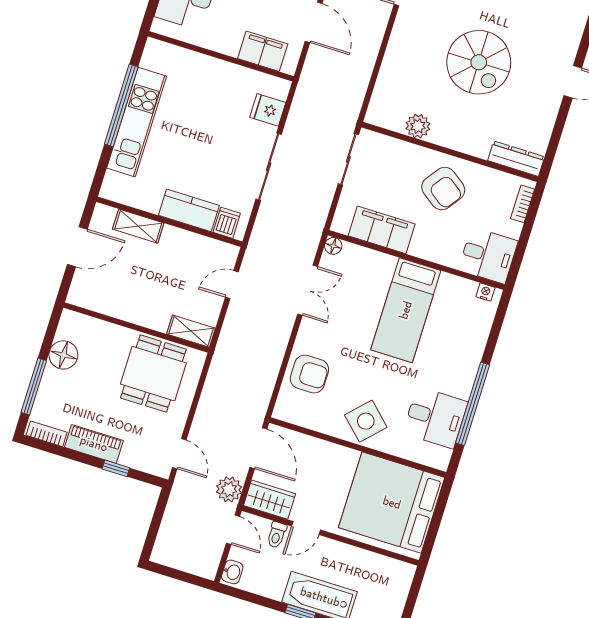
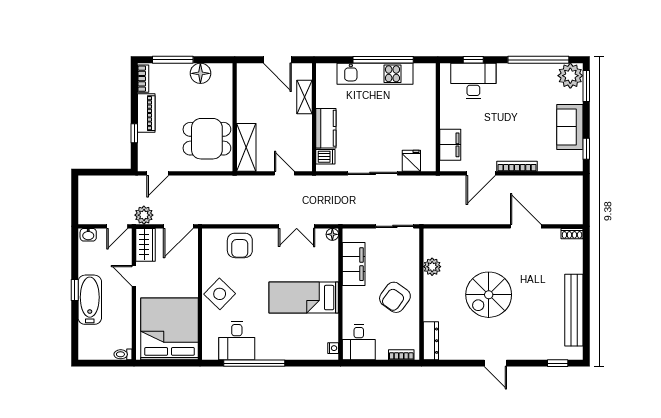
shelving: (191, 331) -> (246, 147), width x1.50, depth x1.33
toilet: (277, 535) -> (123, 354), moved

